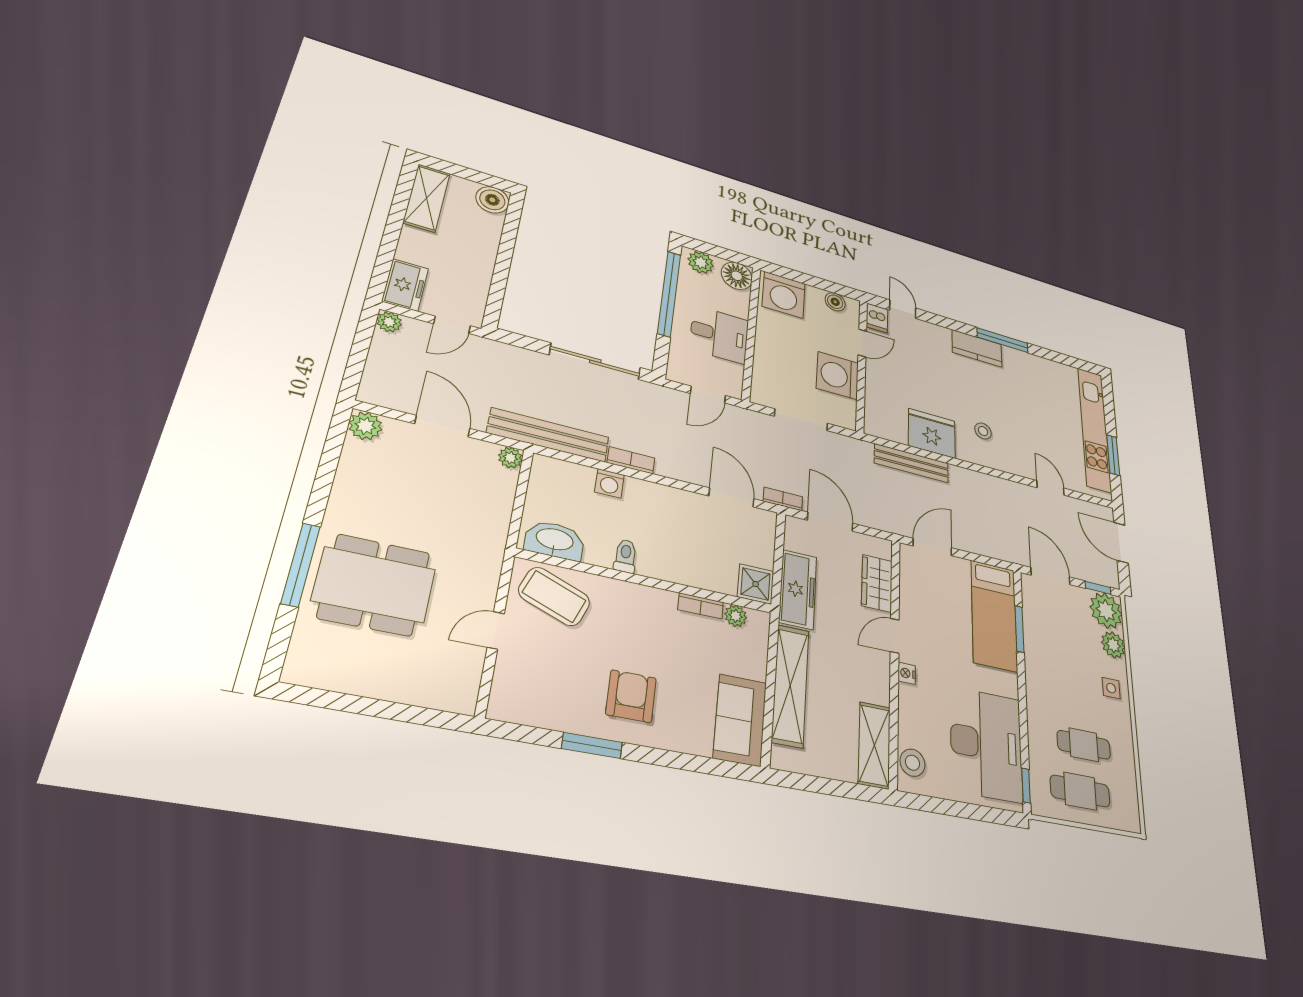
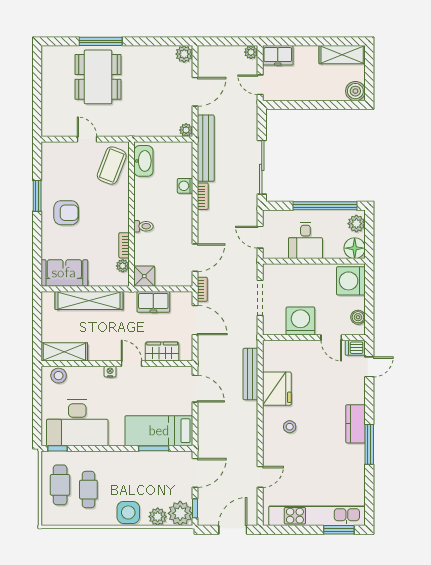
window: (1113, 455) -> (339, 530), moved
door: (830, 522) -> (195, 320), hinge flipped
toilet: (625, 556) -> (144, 226), moved
freezer: (798, 589) -> (153, 302), width x0.71
side table: (1111, 688) -> (128, 512), width x1.87, depth x1.87

